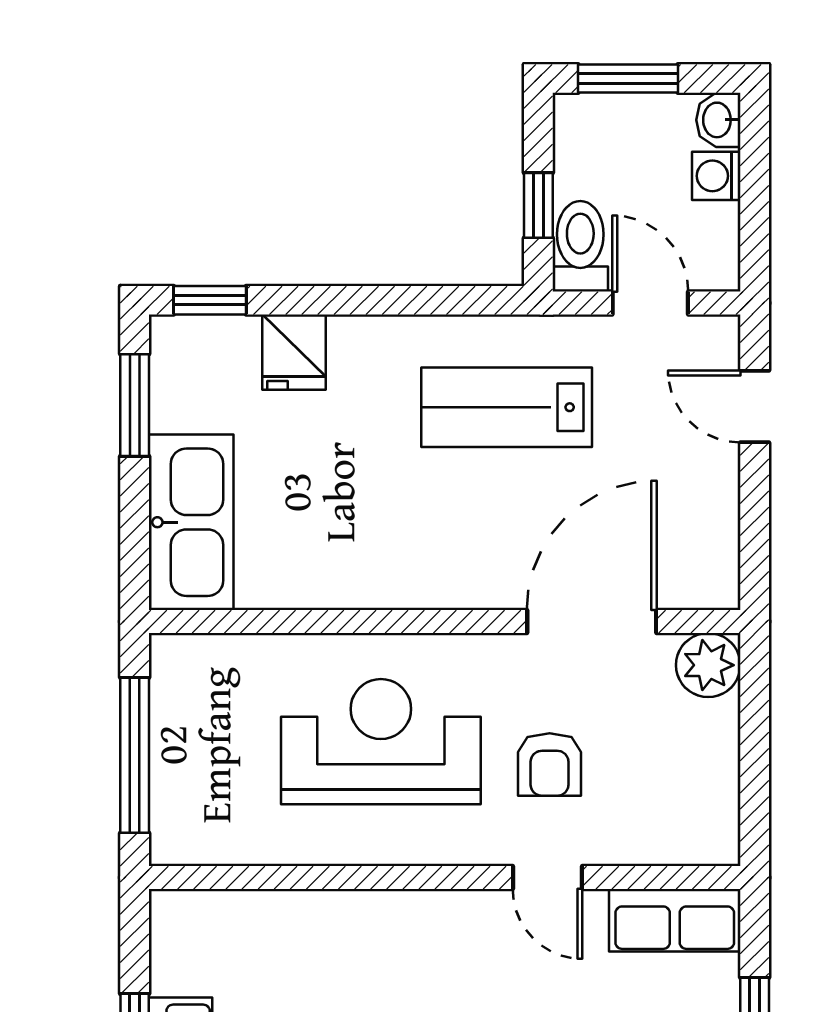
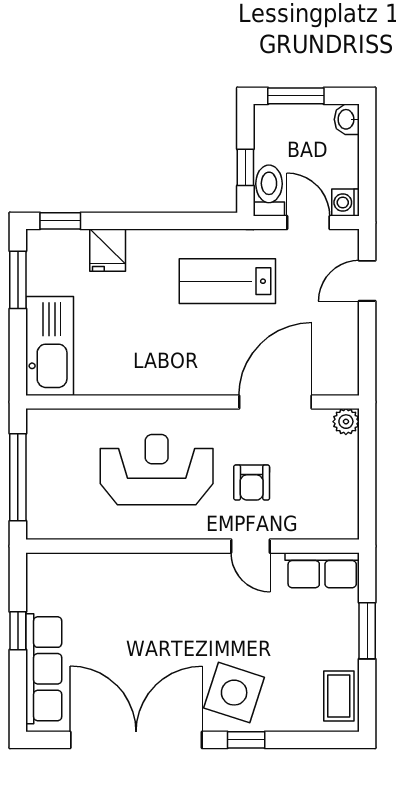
washing machine: (716, 176) -> (346, 202), moved
door: (755, 406) -> (367, 281), hinge flipped
plant: (708, 665) -> (346, 422), width x0.73, depth x0.73

